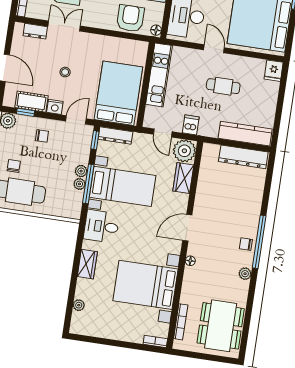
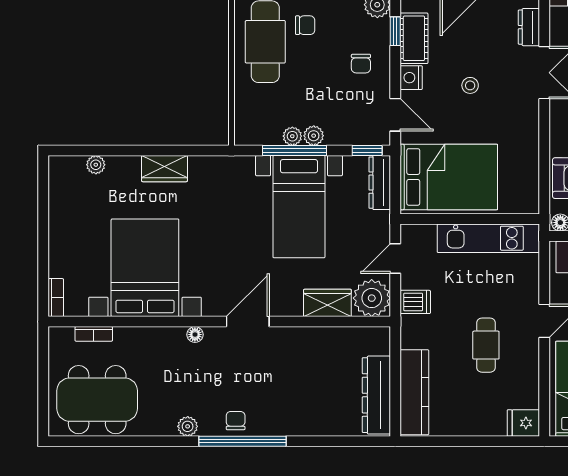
desk: (101, 226) -> (229, 182), removed
door: (187, 228) -> (248, 322), hinge flipped
bookcase: (181, 322) -> (94, 334), width x0.64

